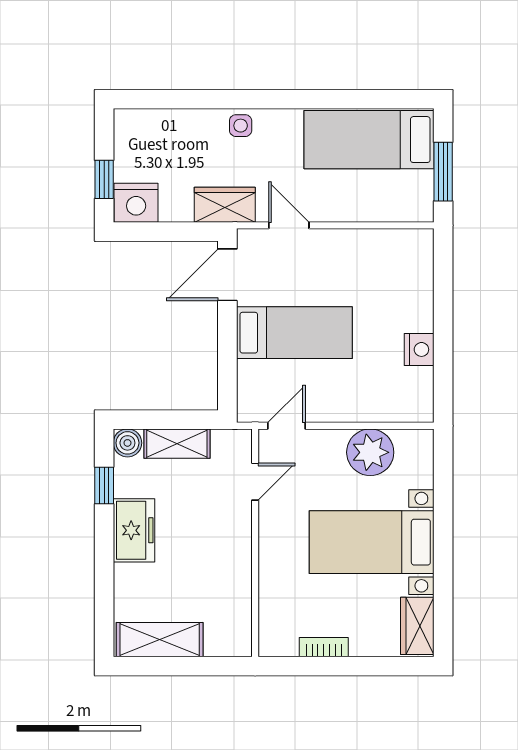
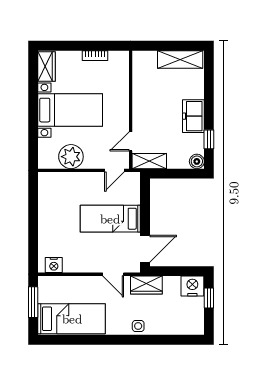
nightstand: (419, 349) -> (54, 265), moved, turned -90
shelving: (177, 444) -> (149, 161), moved

